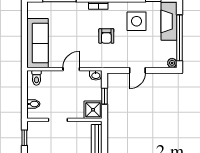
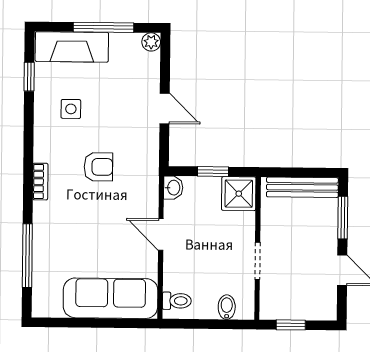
side table: (137, 21) -> (71, 109), width x0.54, depth x0.54
window: (179, 38) -> (104, 27), width x0.68

